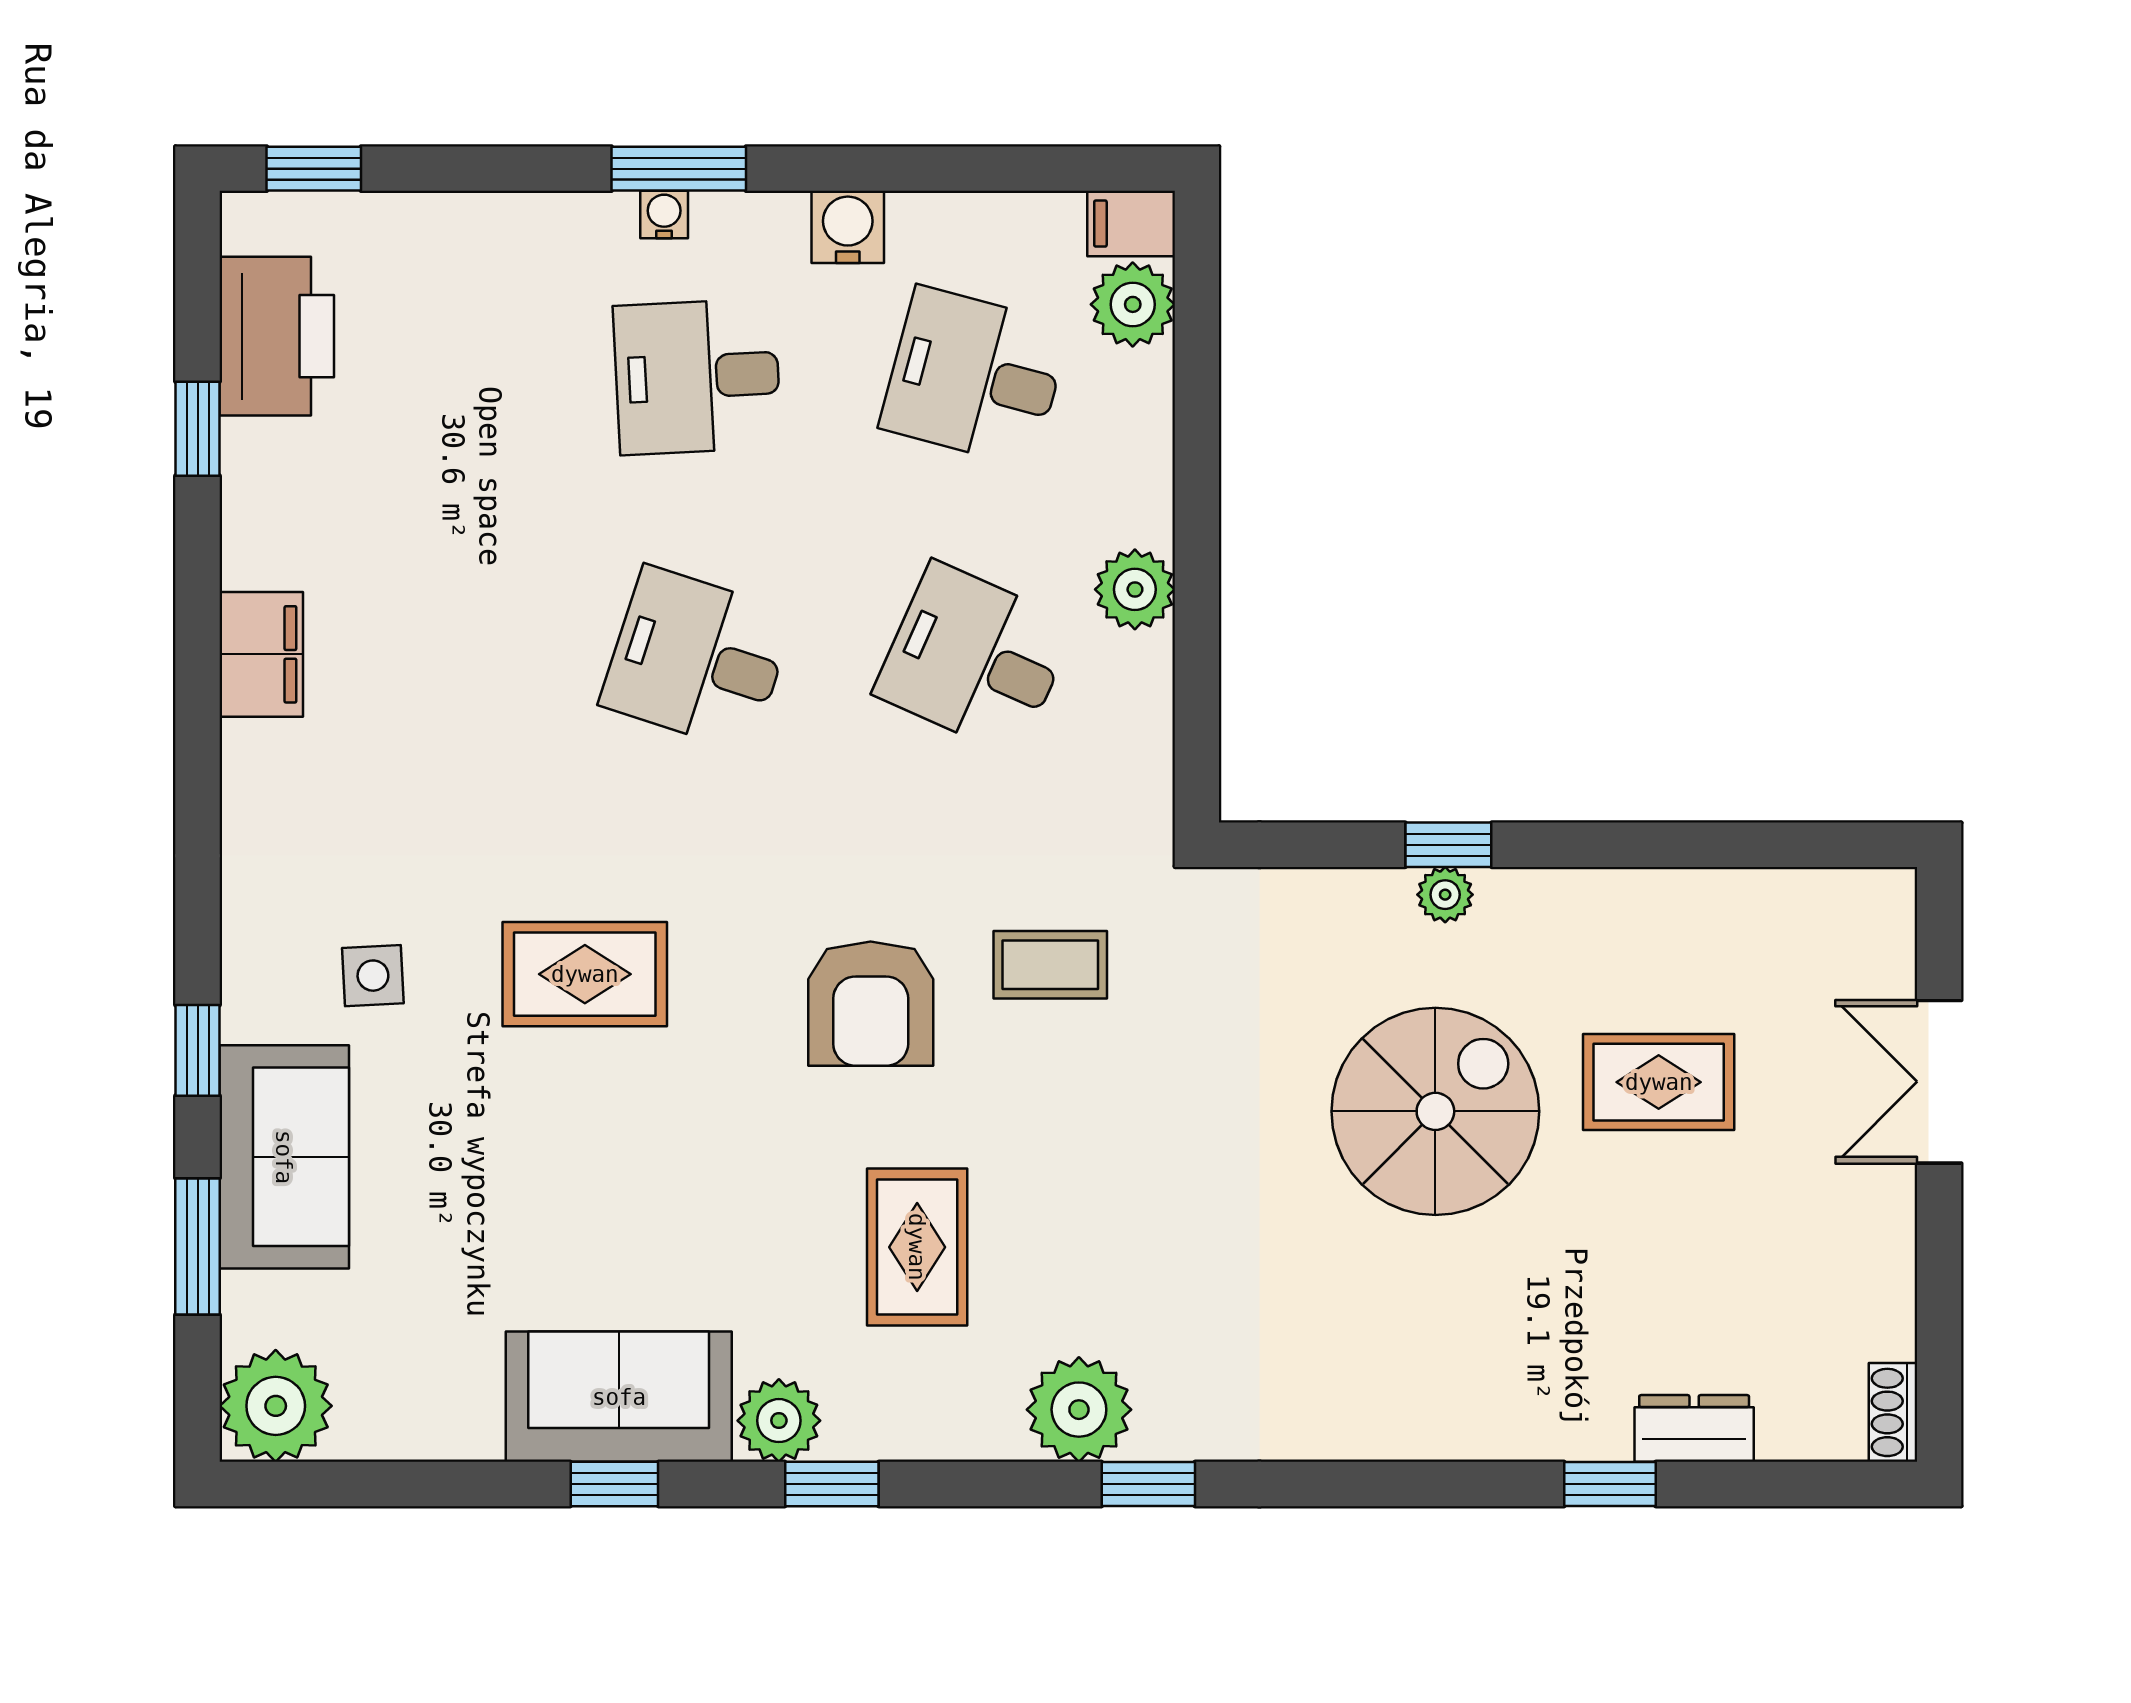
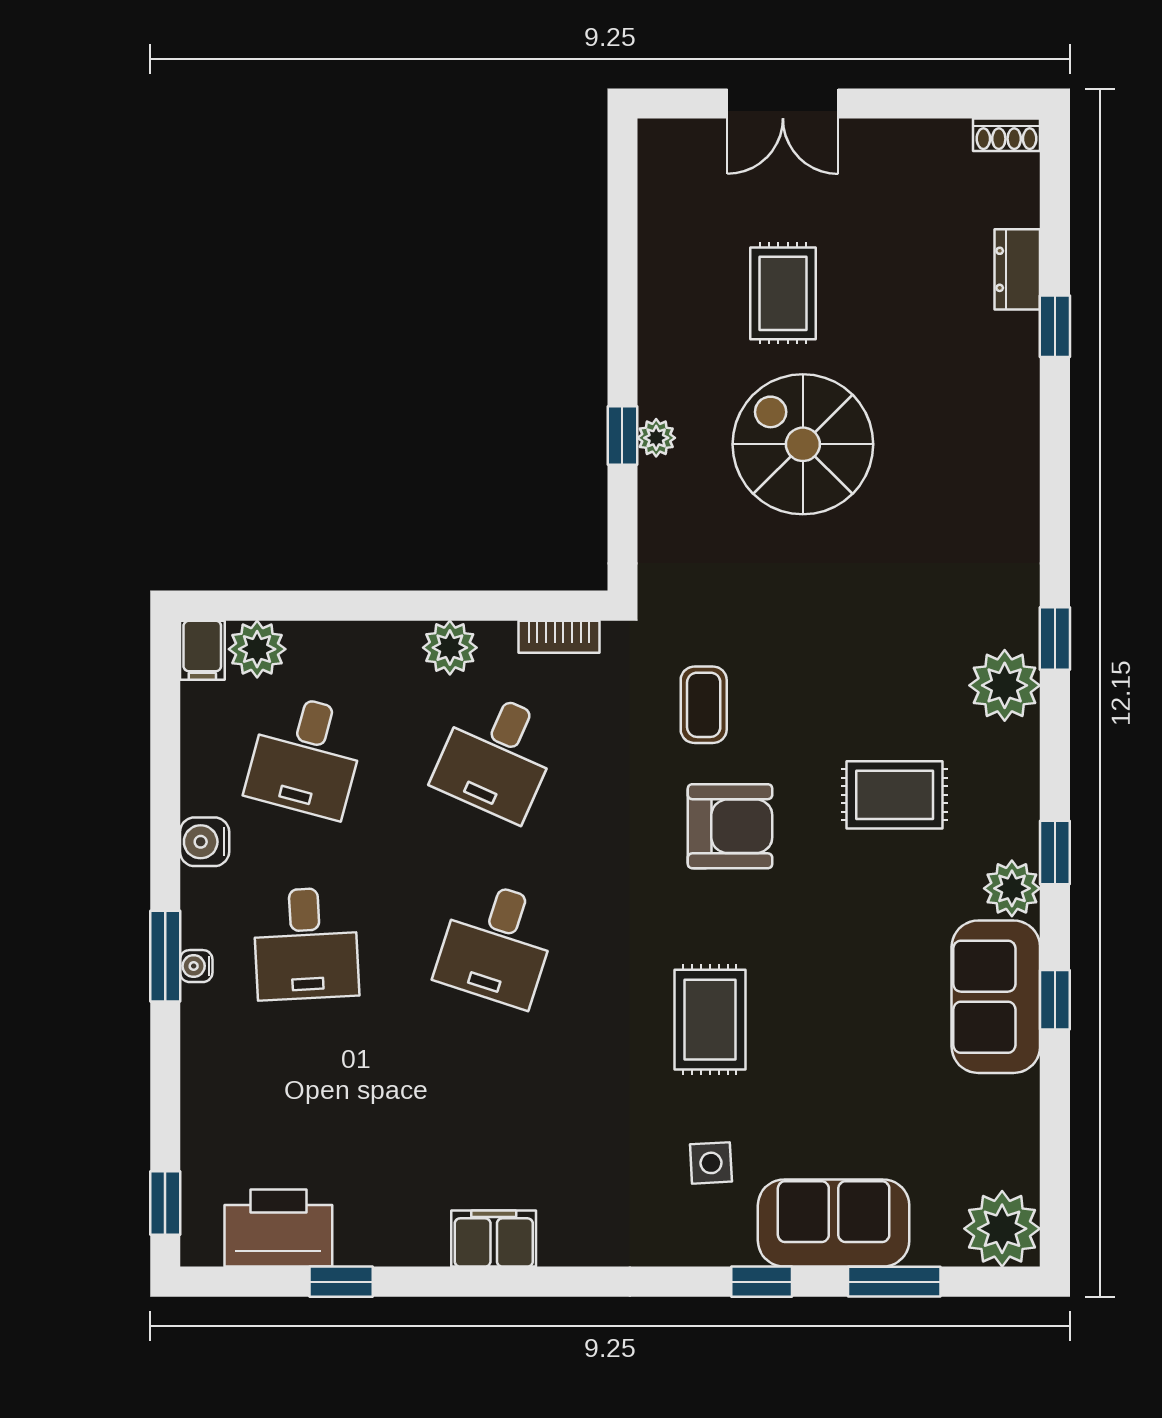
bookcase: (1151, 751) -> (559, 637), added

